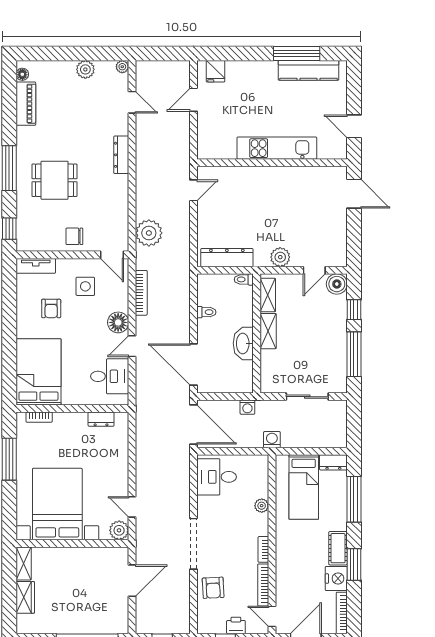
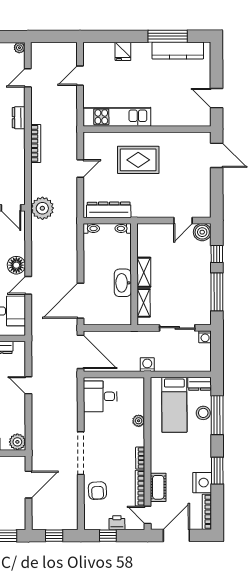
fridge: (216, 71) -> (123, 51), moved
door: (132, 102) -> (28, 78), swing flipped
kitchen unit: (277, 148) -> (117, 117), moved
dresser: (121, 155) -> (19, 118), width x0.70
door: (194, 190) -> (80, 168), moved
rug: (262, 199) -> (138, 160), added
plant: (149, 233) -> (42, 208), moved
plant: (280, 257) -> (154, 209), removed
bookcase: (141, 293) -> (36, 143), moved
shelving: (268, 295) -> (144, 303), moved
toilet: (206, 312) -> (91, 229), moved
door: (194, 365) -> (80, 301), hinge flipped
washing machine: (247, 407) -> (205, 337), moved
stool: (338, 497) -> (203, 413), added
door: (132, 507) -> (28, 385), moved
cot: (338, 548) -> (158, 487), moved

